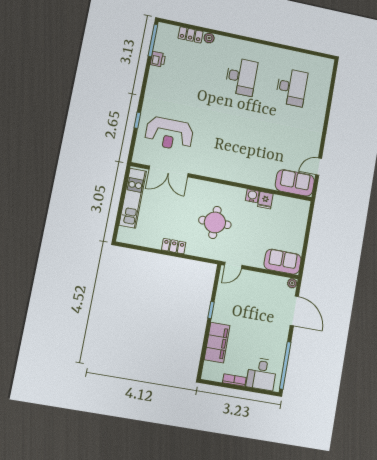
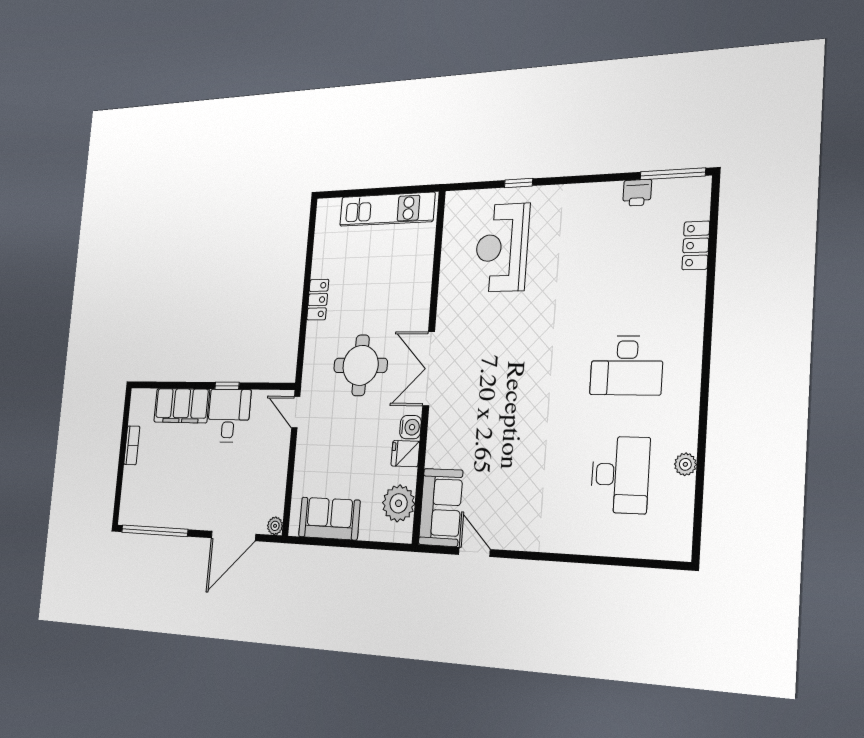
plant: (209, 38) -> (685, 464), moved
desk: (292, 87) -> (620, 475), turned -90
double door: (169, 171) -> (429, 369), moved
plant: (290, 207) -> (399, 503), added
sofa: (283, 262) -> (329, 518), moved, turned -90
desk: (262, 374) -> (229, 416), moved, turned 90

